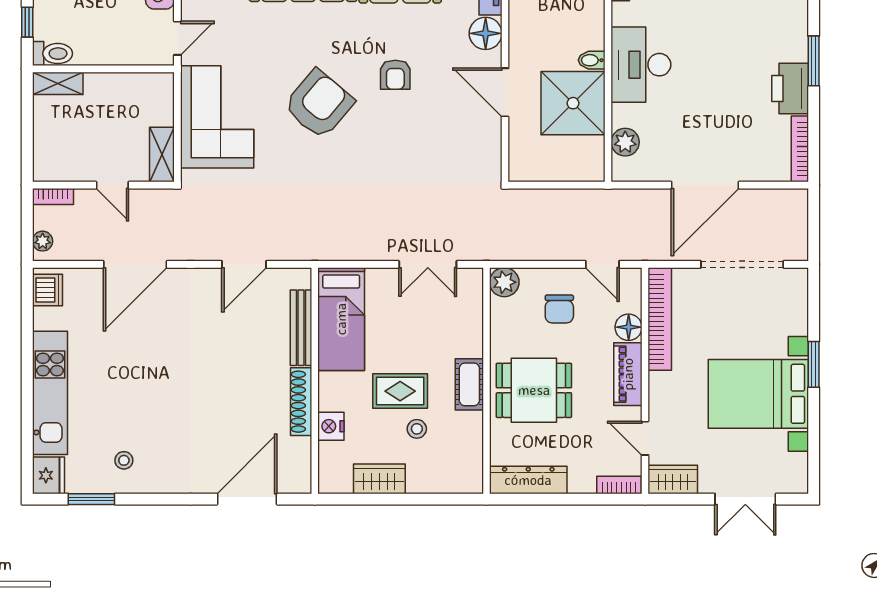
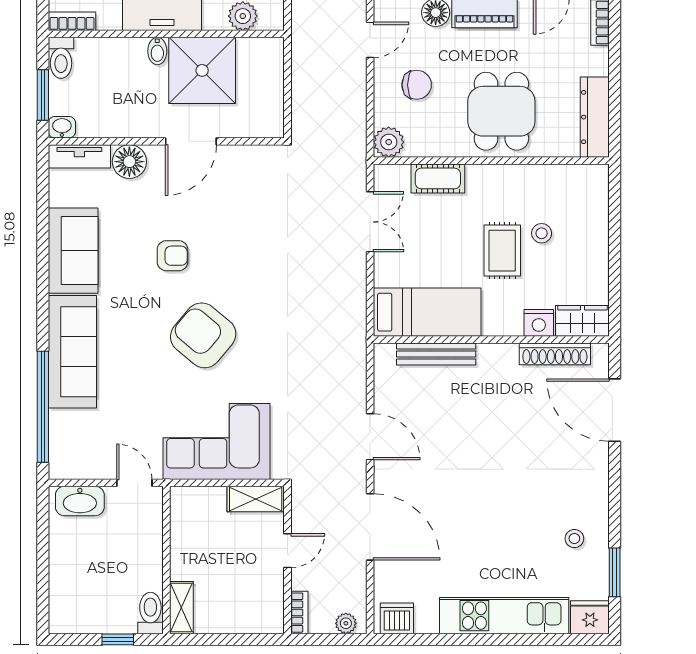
door: (244, 264) -> (370, 437), moved
cot: (469, 384) -> (438, 178), moved
shoe rack: (301, 402) -> (555, 354), moved
wardrobe: (379, 479) -> (582, 321), moved, turned 90

